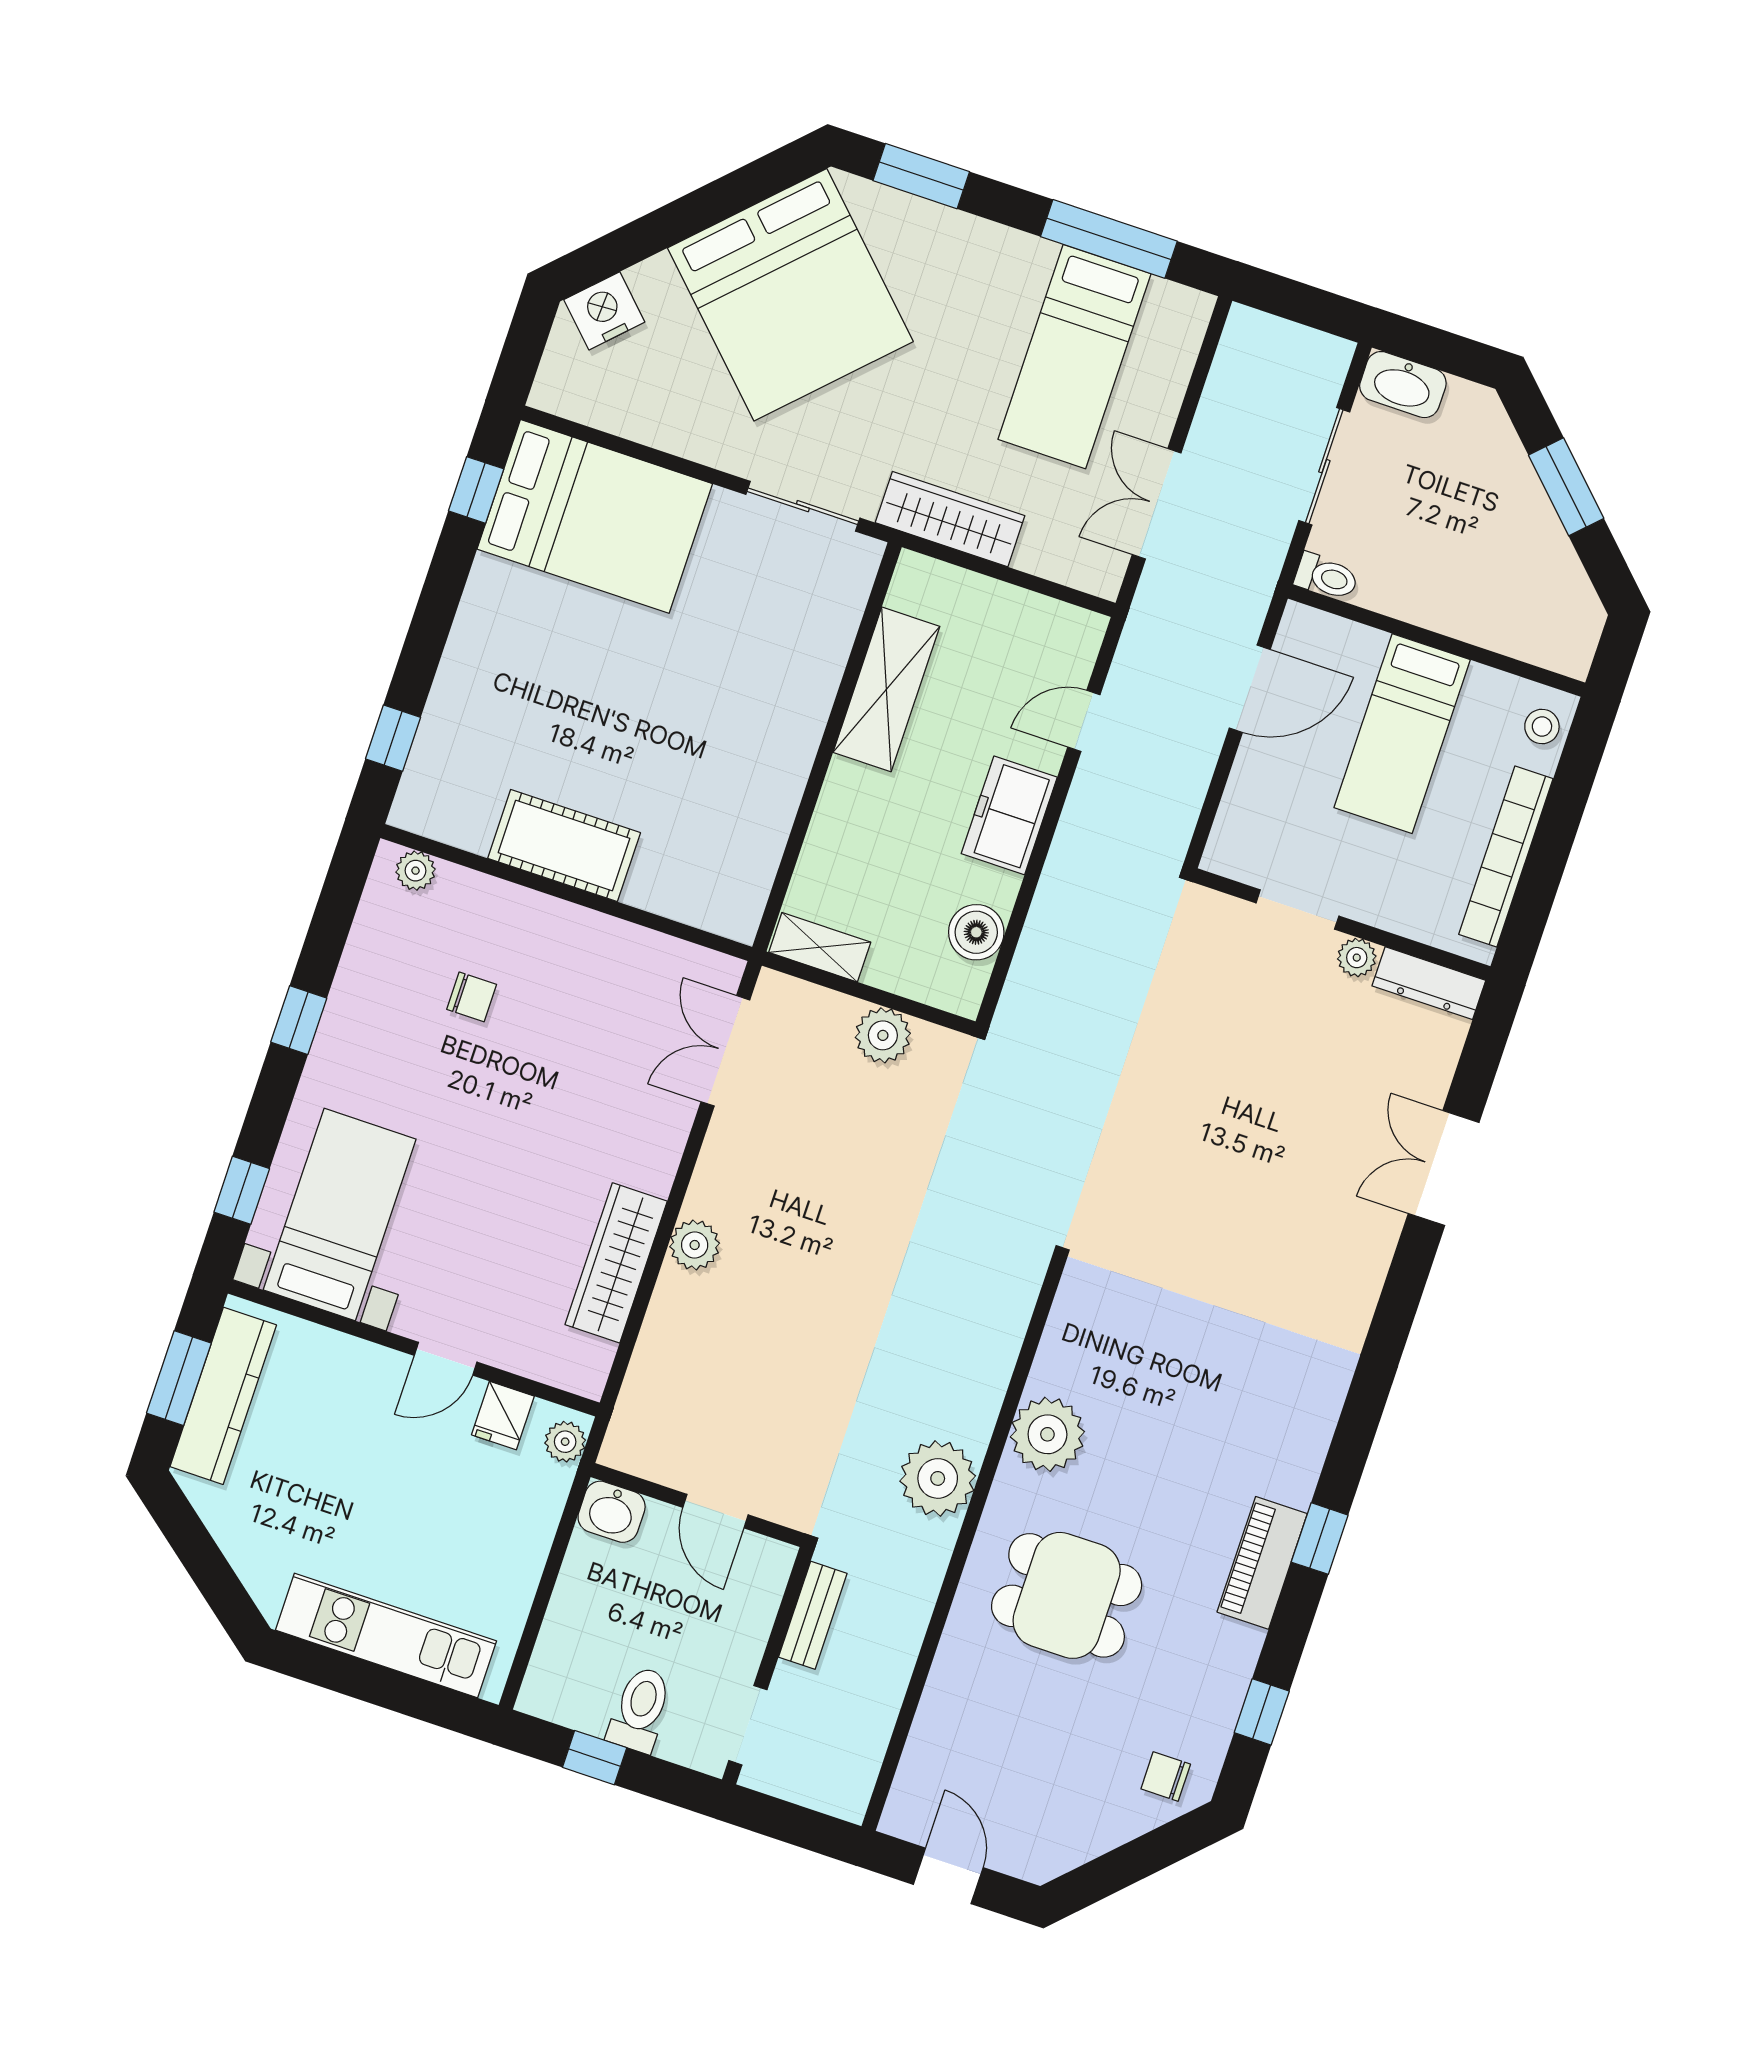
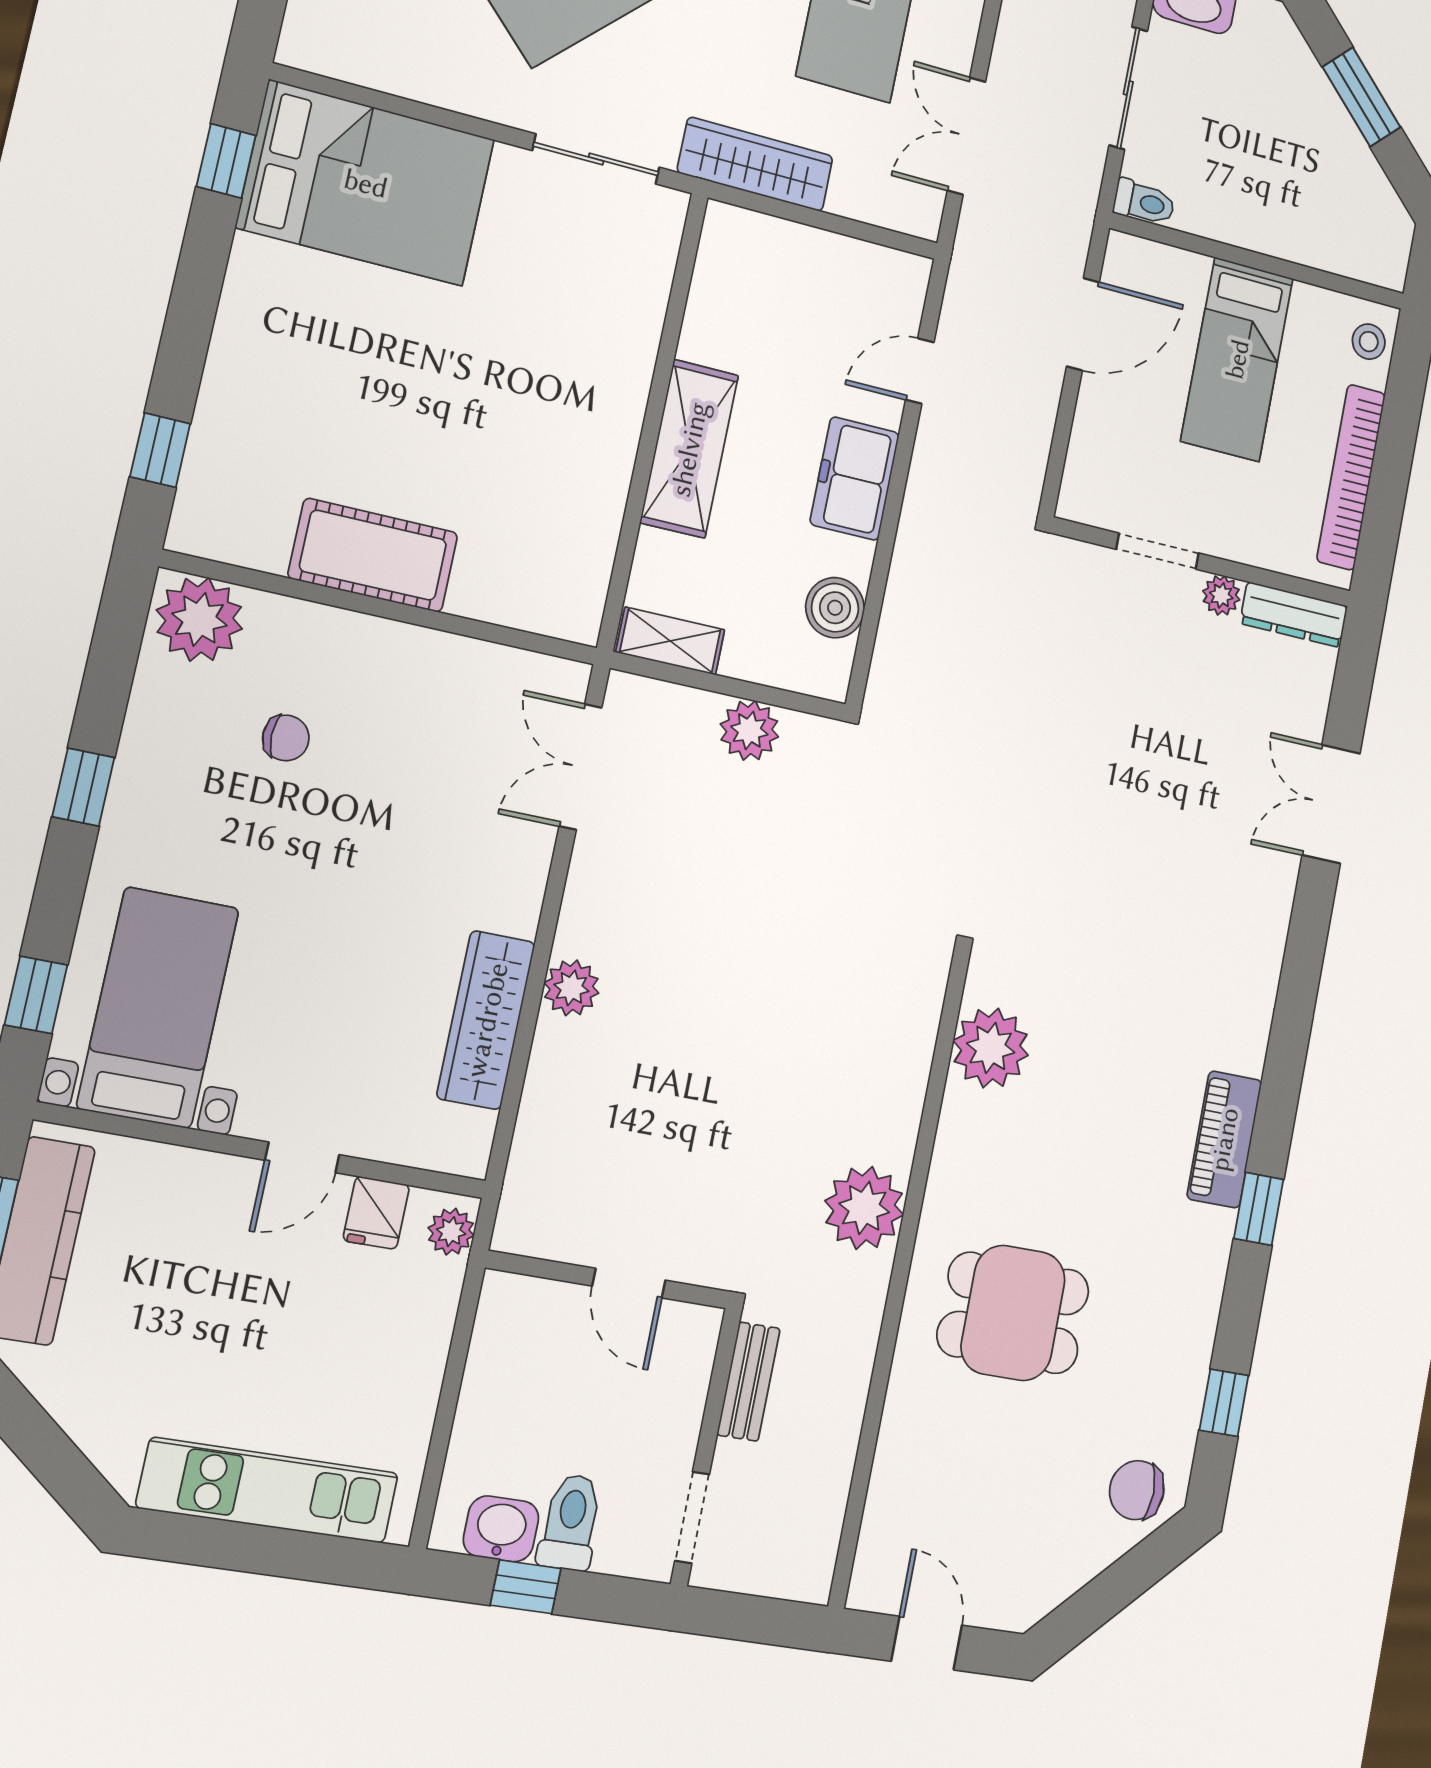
shelving: (886, 689) -> (689, 449), moved
plant: (416, 871) -> (199, 619), width x1.88, depth x1.88
plant: (1047, 1434) -> (991, 1048), moved
washbasin: (612, 1512) -> (501, 1529), moved, turned 180
piano: (1262, 1563) -> (1224, 1139), moved
chair: (1166, 1777) -> (1137, 1490), width x1.37, depth x1.37

